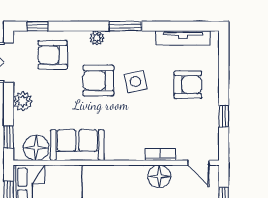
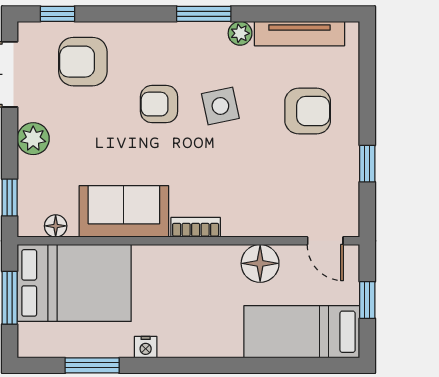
plant: (97, 38) -> (240, 33), moved
armchair: (98, 80) -> (159, 104), width x0.72, depth x0.72
floor lamp: (36, 148) -> (56, 226), width x0.53, depth x0.53
bookcase: (160, 155) -> (196, 227), moved

